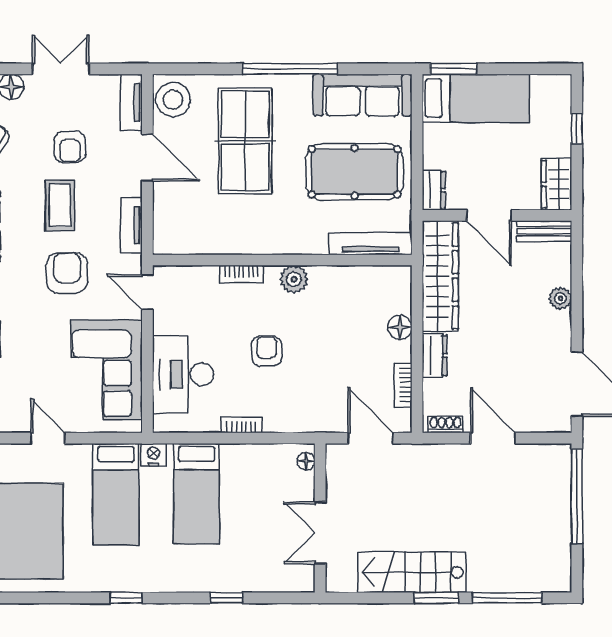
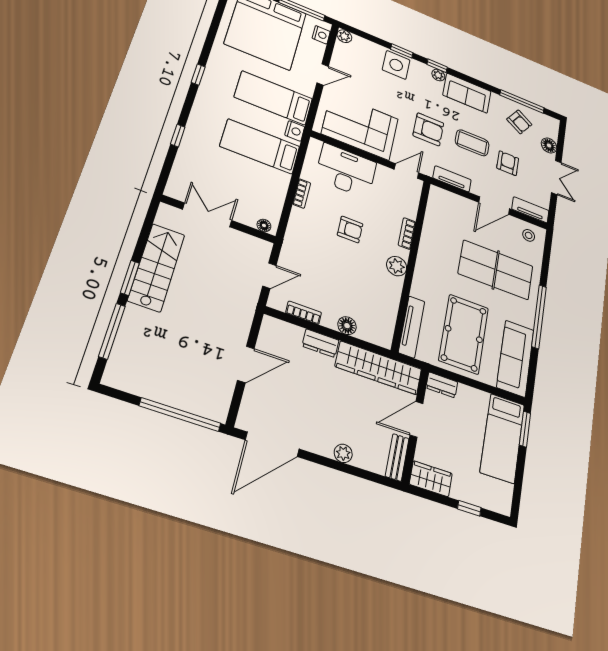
stool: (173, 100) -> (529, 235), width x0.53, depth x0.53
armchair: (70, 147) -> (508, 163), turned 91
shoe rack: (445, 425) -> (266, 333), removed
door: (371, 438) -> (269, 276), width x0.73

